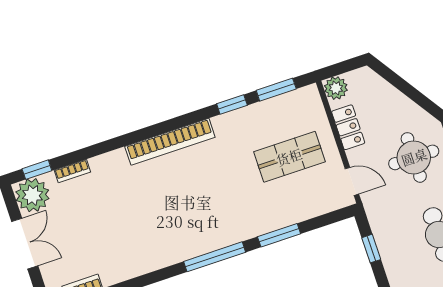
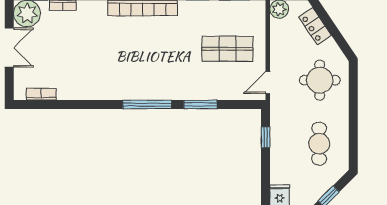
locker: (348, 127) -> (315, 26), moved, turned 146
door: (352, 181) -> (268, 83), swing flipped

